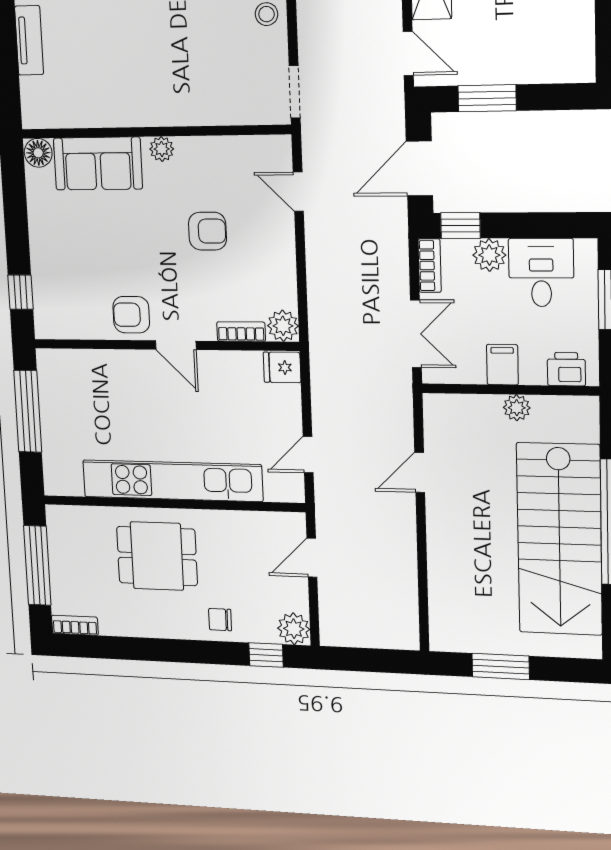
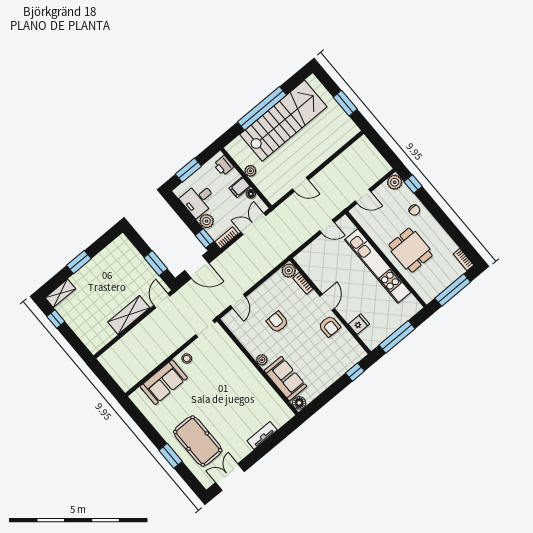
fridge: (282, 367) -> (359, 324), moved, turned -90
floor lamp: (474, 374) -> (251, 194), added

